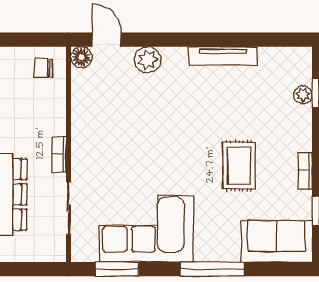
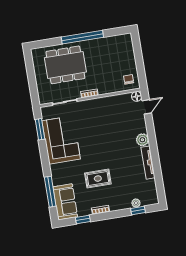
plant: (148, 60) -> (142, 140), moved
window: (212, 269) -> (50, 192), moved

